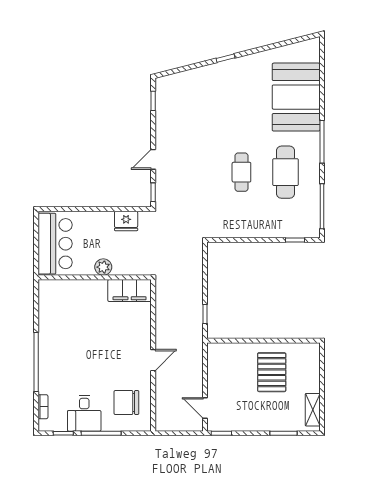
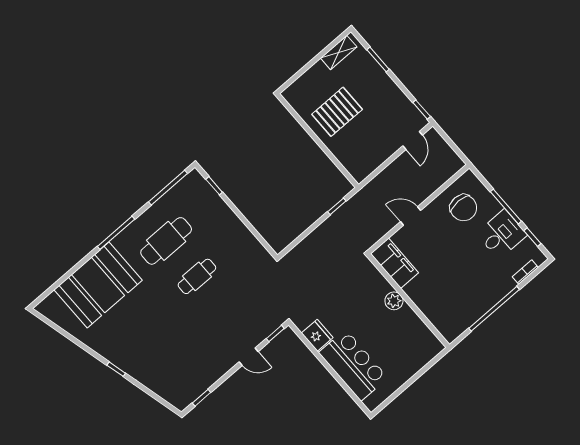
bar counter: (55, 244) -> (353, 365), moved, turned 90
plant: (103, 267) -> (394, 301), moved
wall: (95, 277) -> (408, 301), moved
filing cabinet: (130, 290) -> (394, 263), moved

